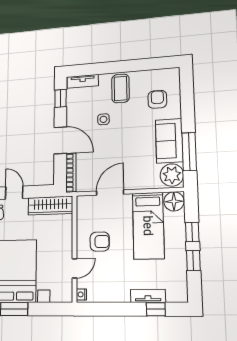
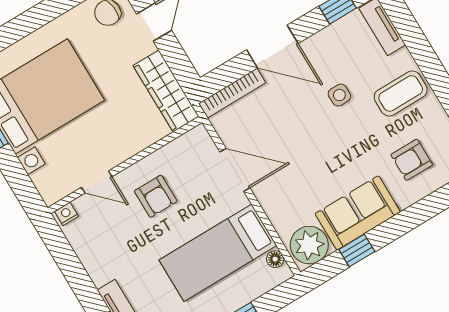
armchair: (157, 99) -> (412, 160), turned 180
door: (60, 140) -> (272, 47), hinge flipped
window: (189, 152) -> (357, 250), width x0.46
floor lamp: (174, 201) -> (275, 259), width x0.53, depth x0.53

